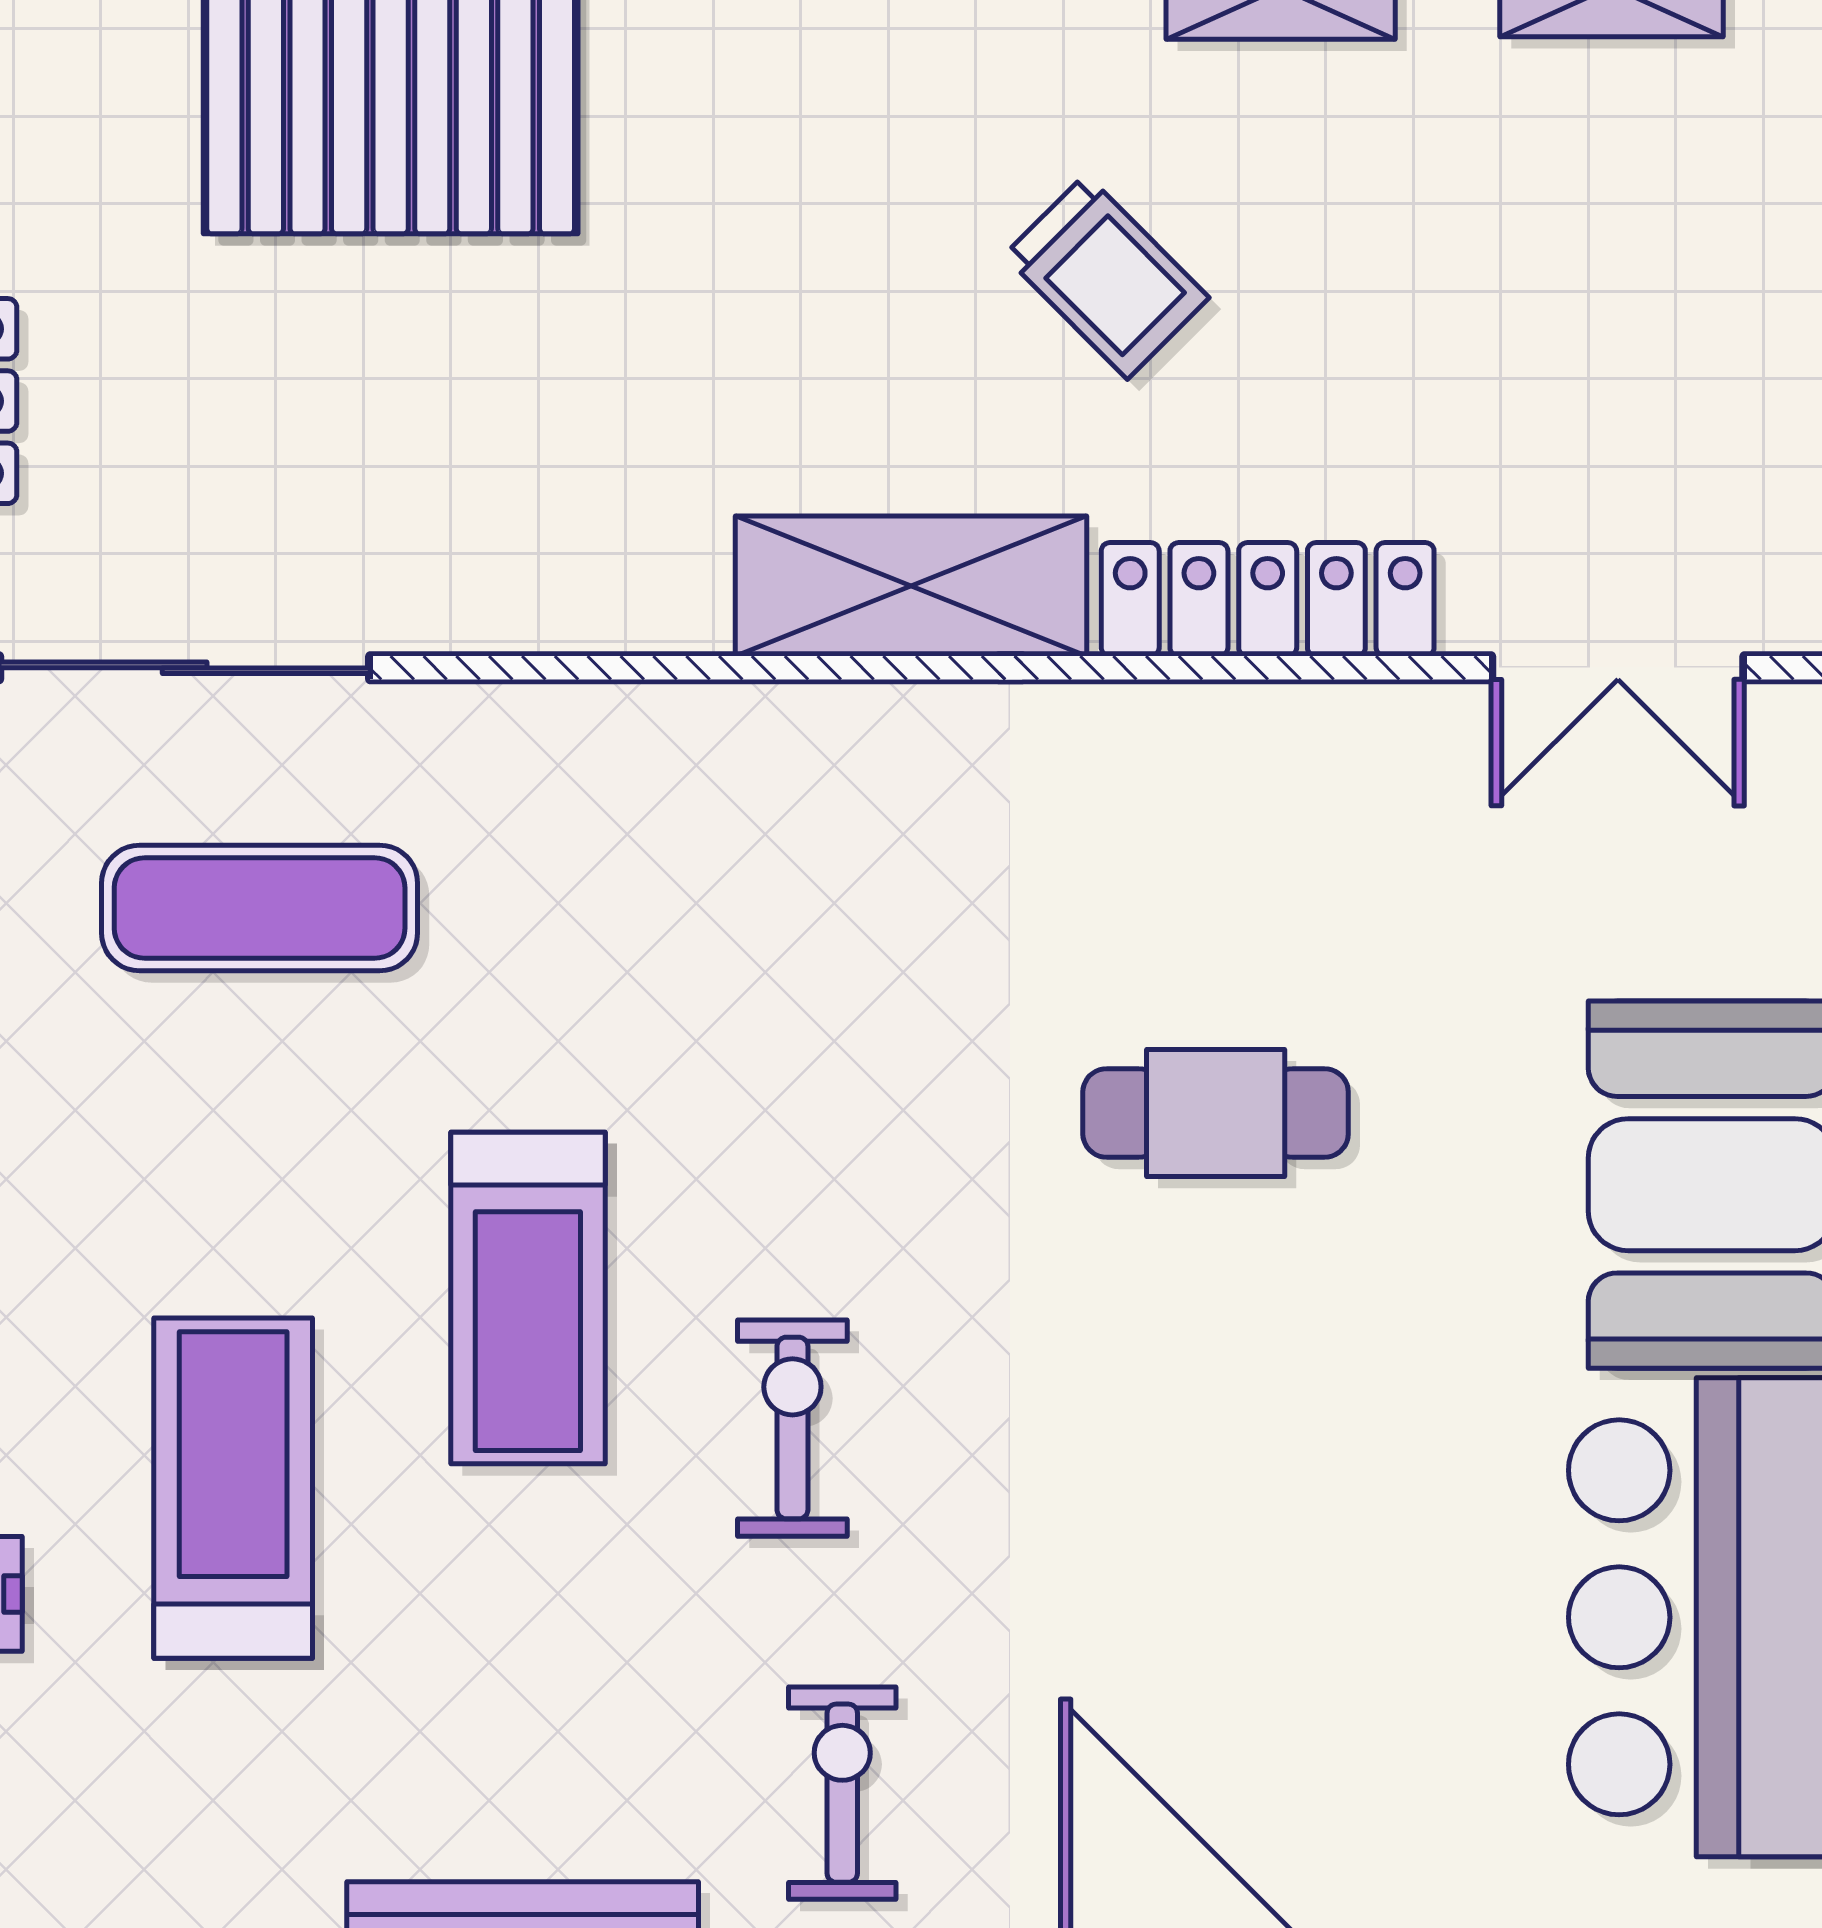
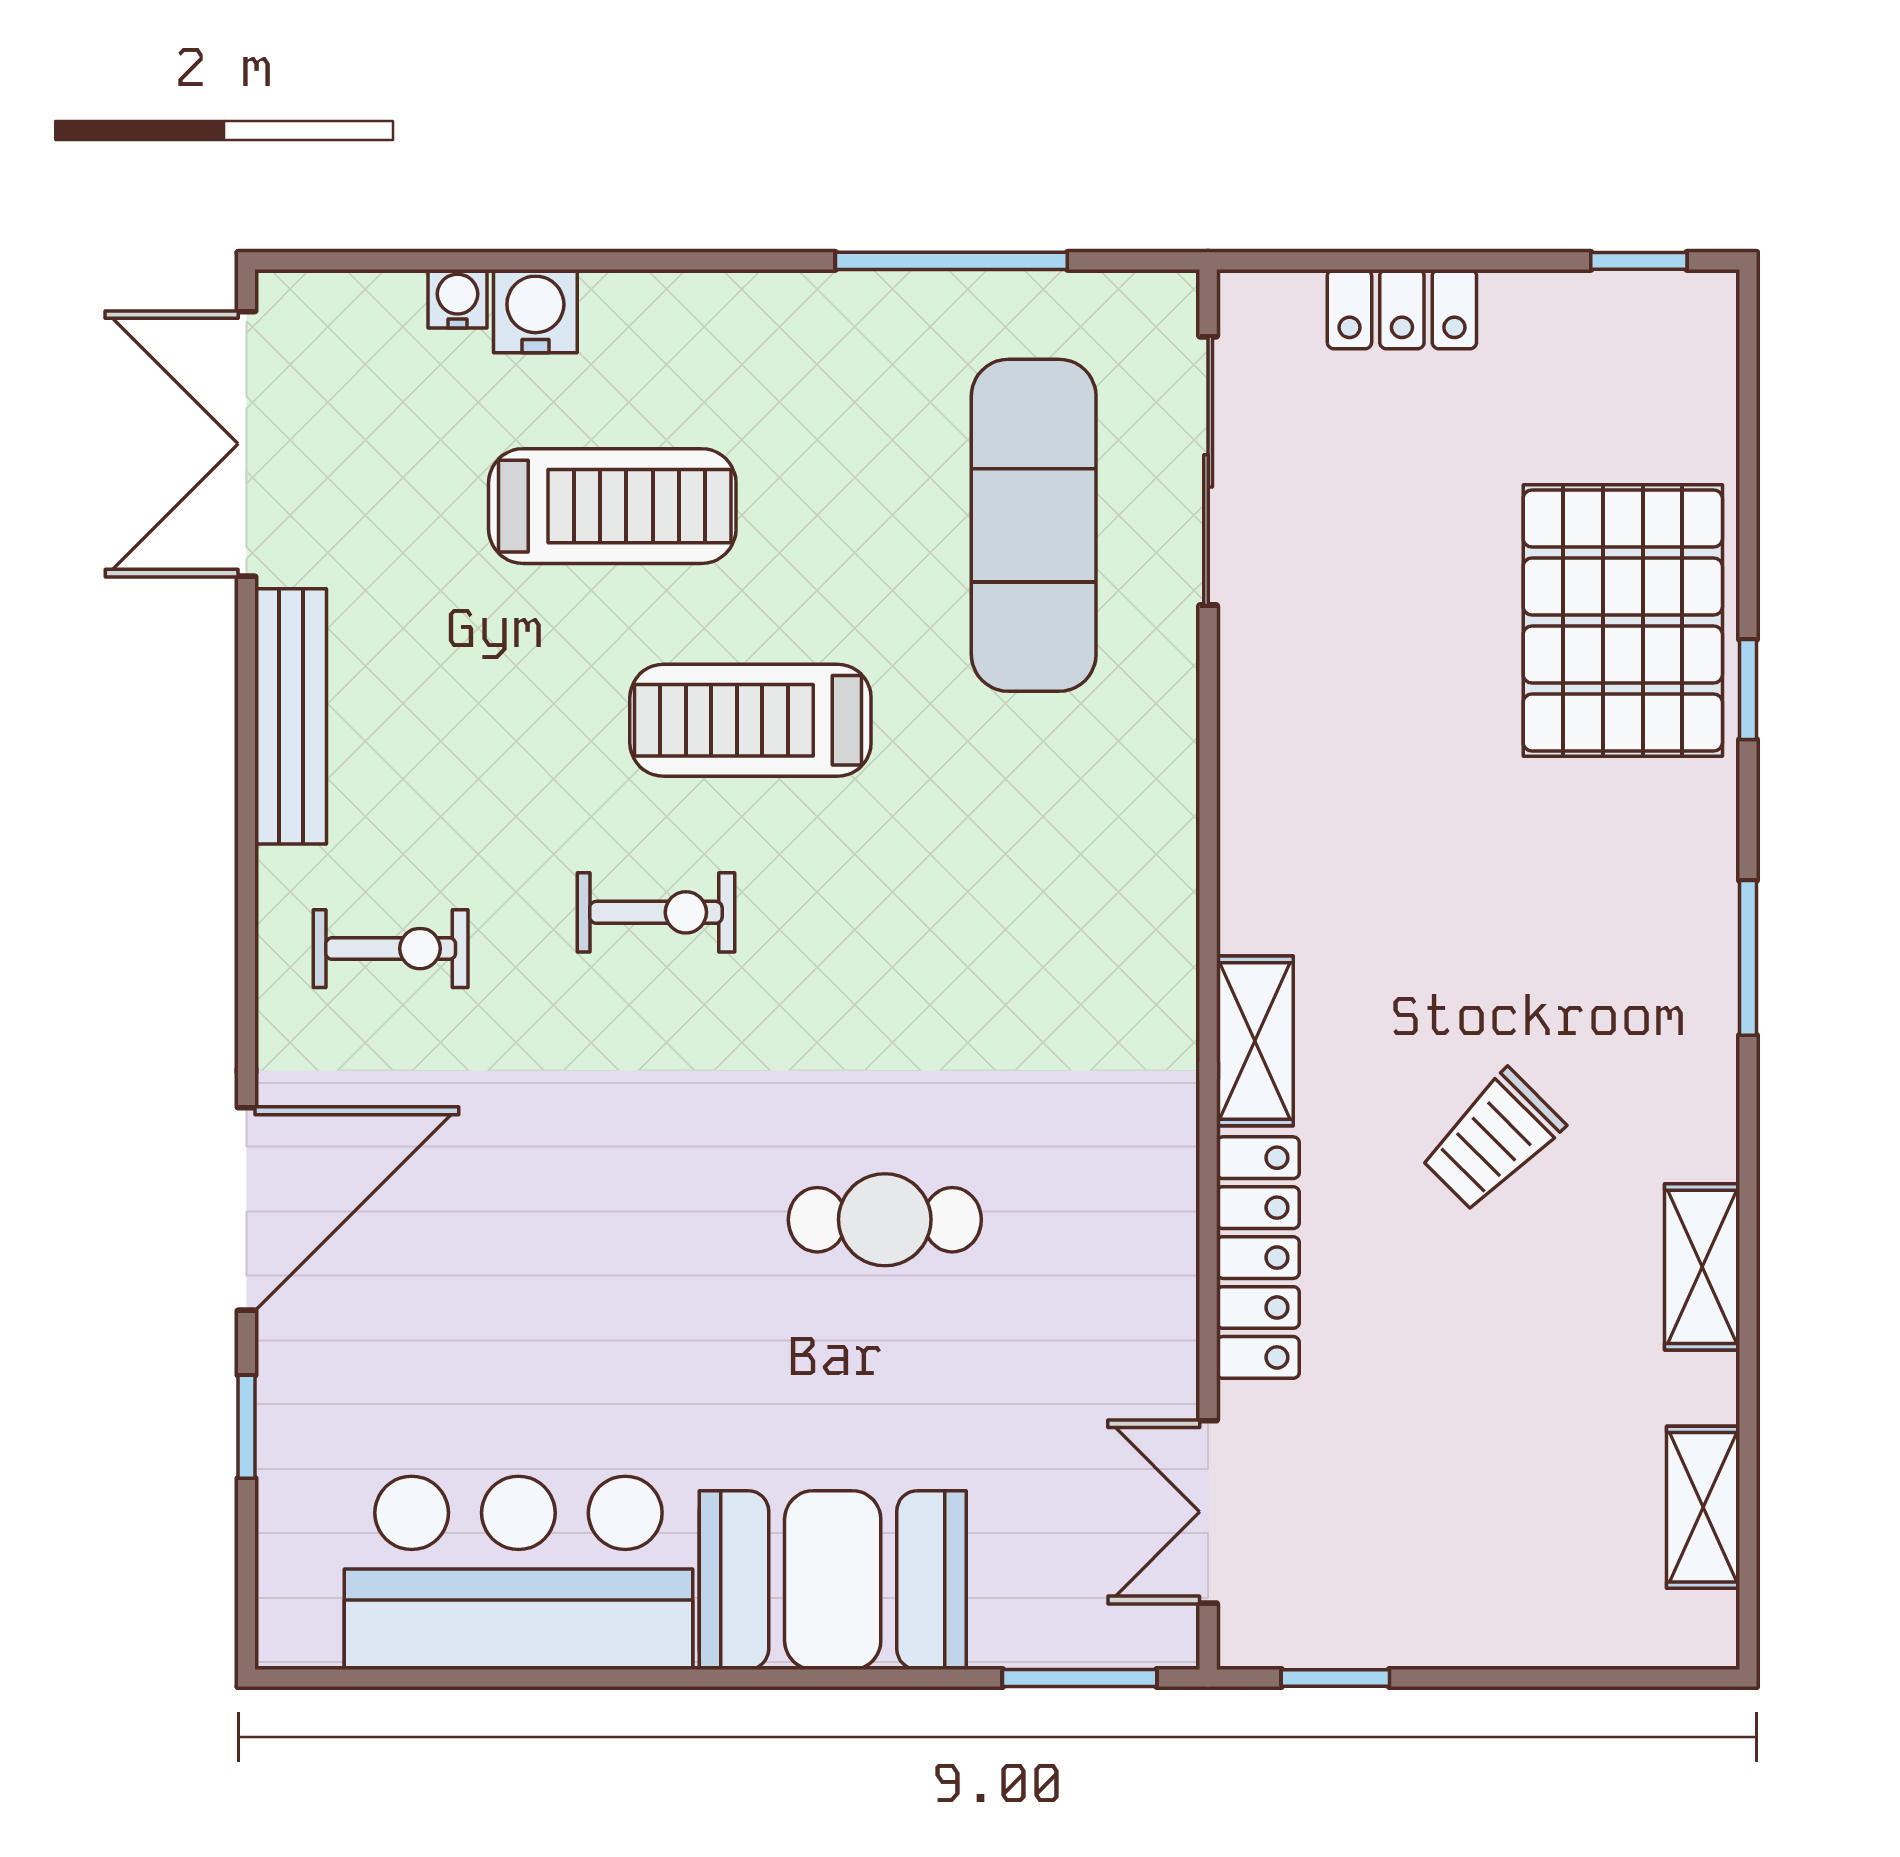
shelving: (911, 586) -> (1255, 1041), width x0.67, depth x0.75
exercise mat: (260, 908) -> (1034, 525), width x1.36, depth x1.45
cafe table: (1216, 1113) -> (885, 1220), turned 90

